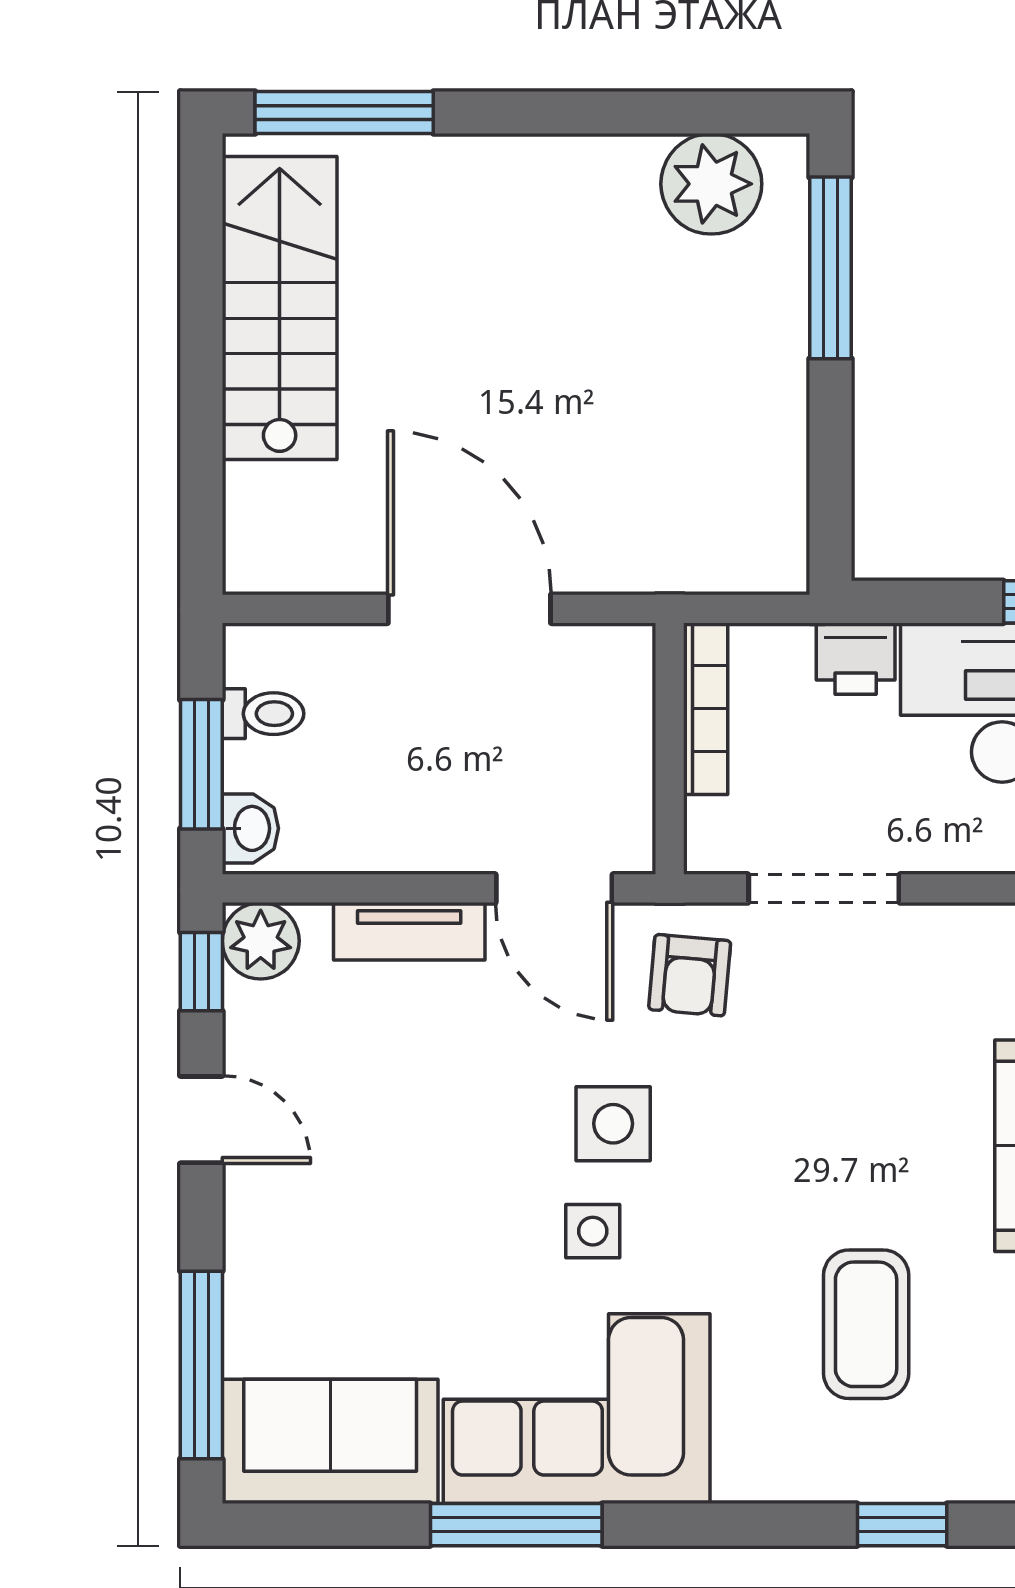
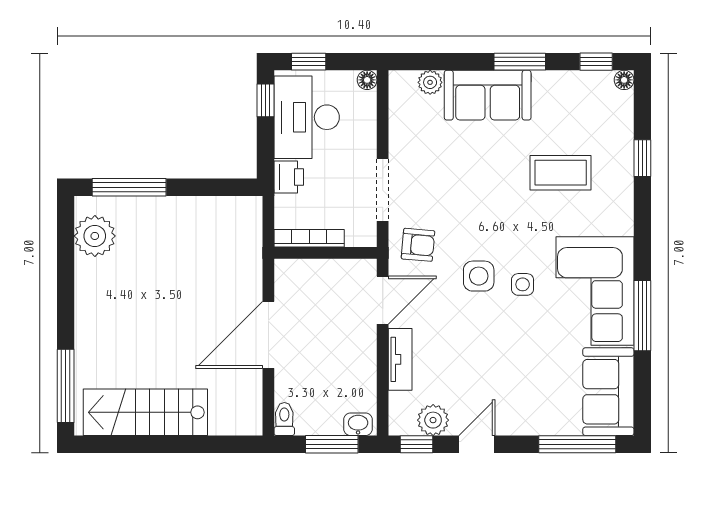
toilet: (263, 714) -> (284, 419), moved
plant: (261, 941) -> (433, 420), moved

